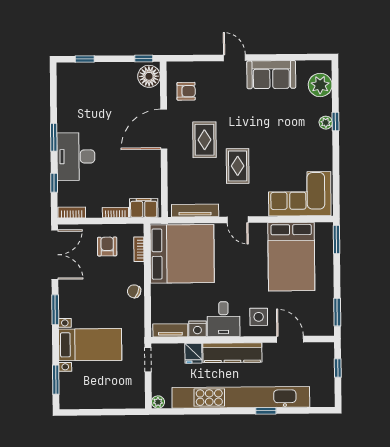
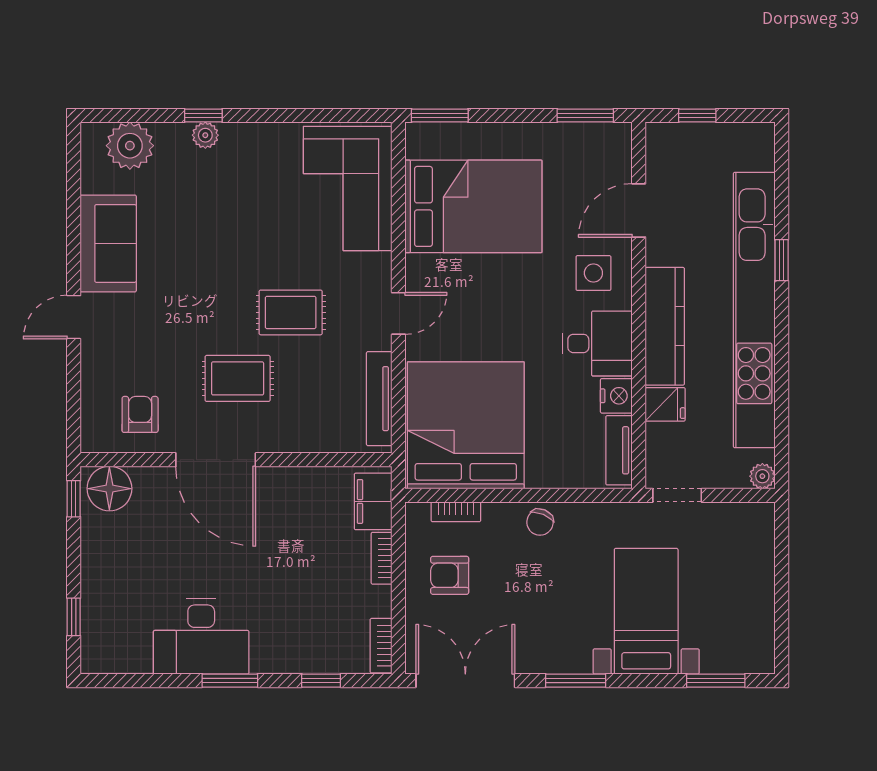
desk: (76, 157) -> (201, 636), moved

